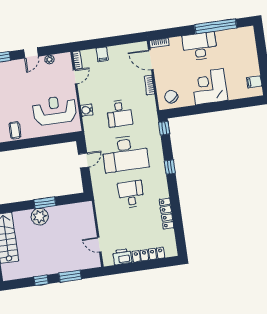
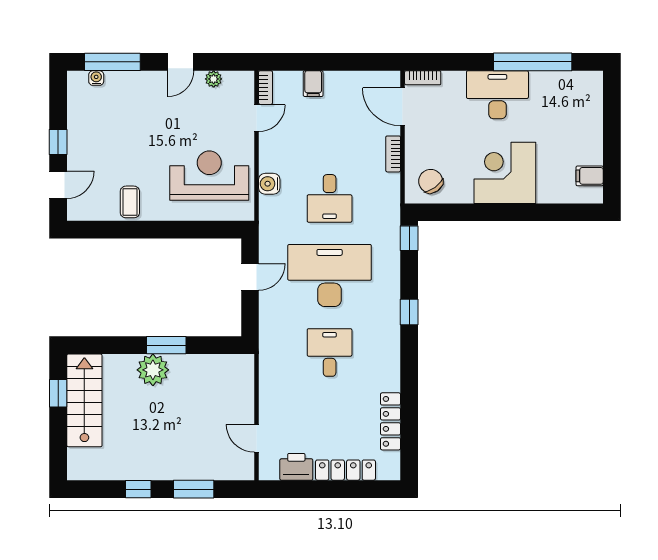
desk: (125, 154) -> (330, 275), turned 180
locker: (166, 214) -> (390, 421), moved

